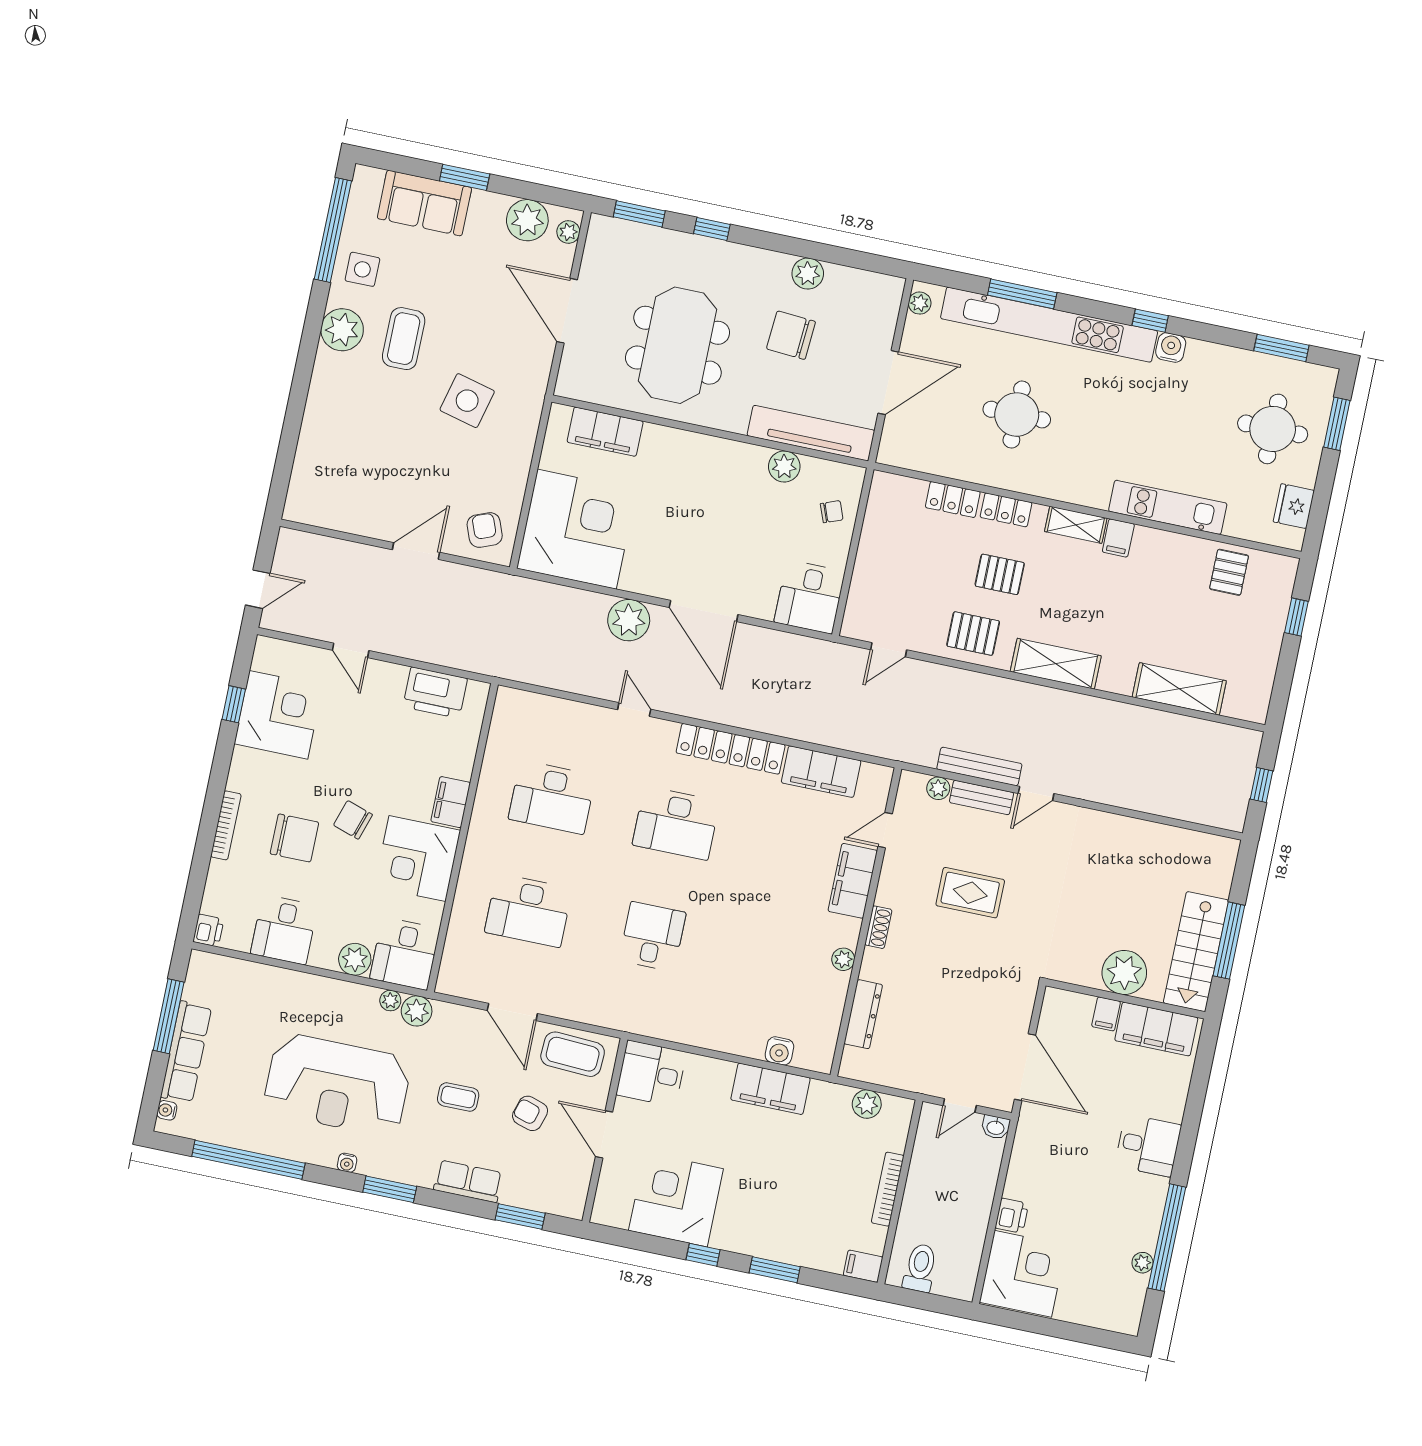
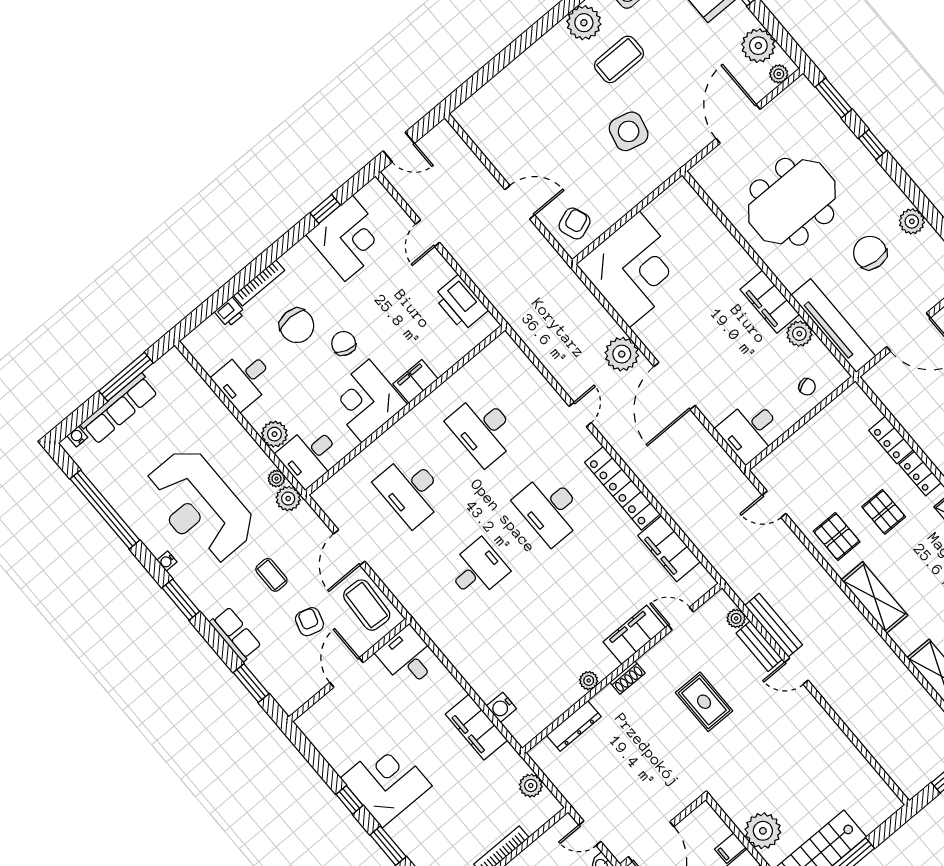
filing cabinet: (605, 432) -> (770, 302), moved
printer: (208, 930) -> (230, 312), moved
corner desk: (676, 1200) -> (386, 782), moved

